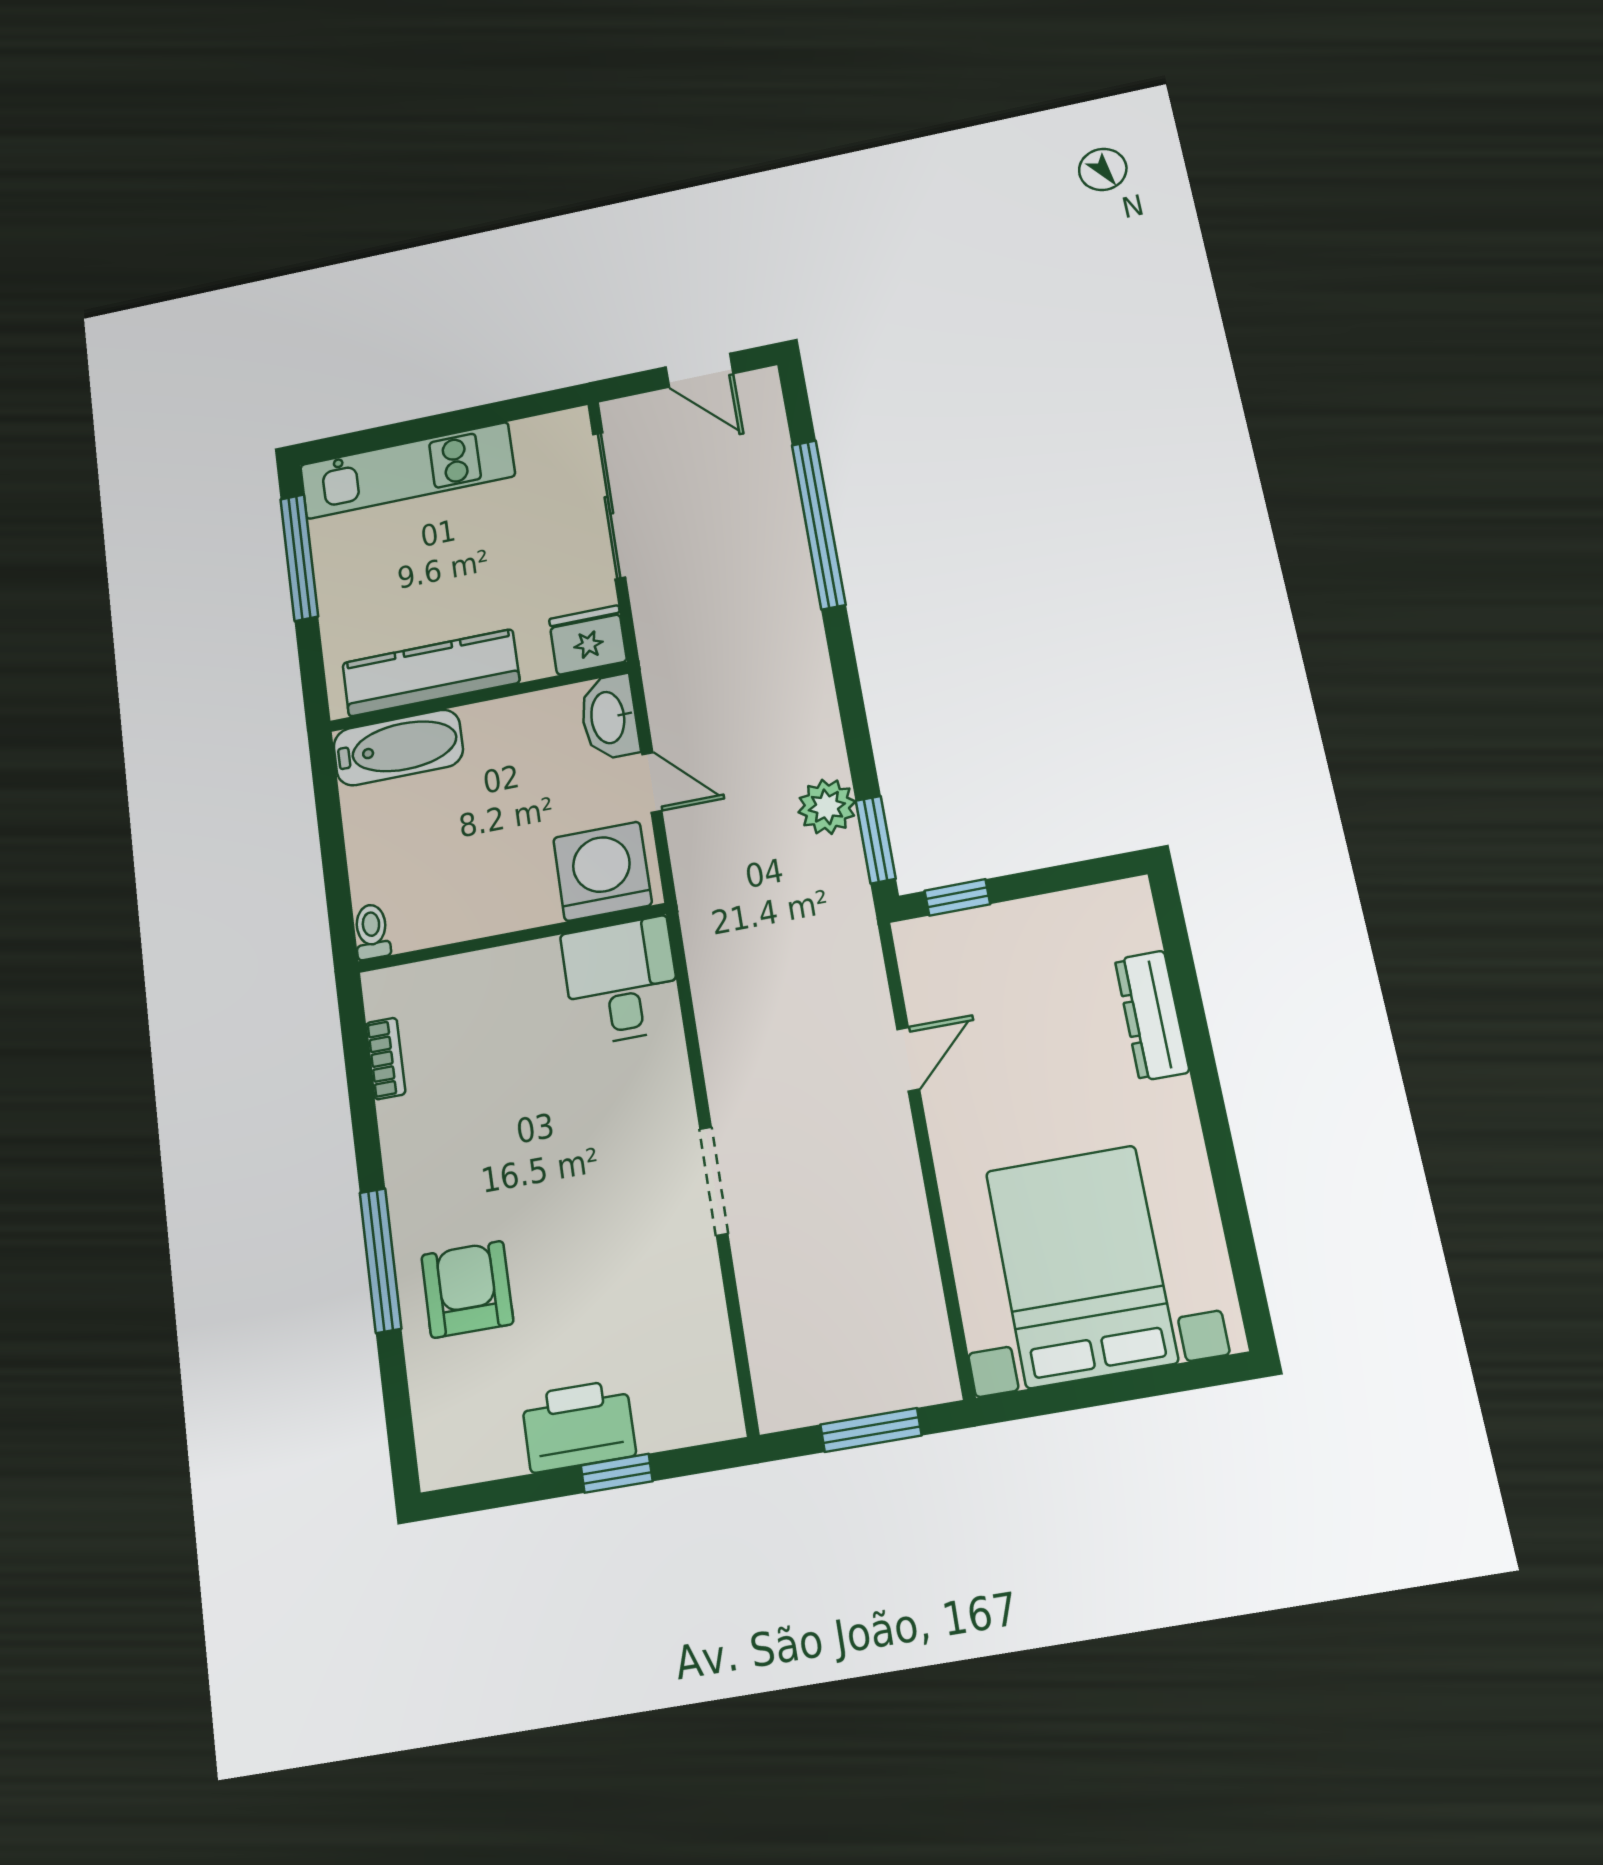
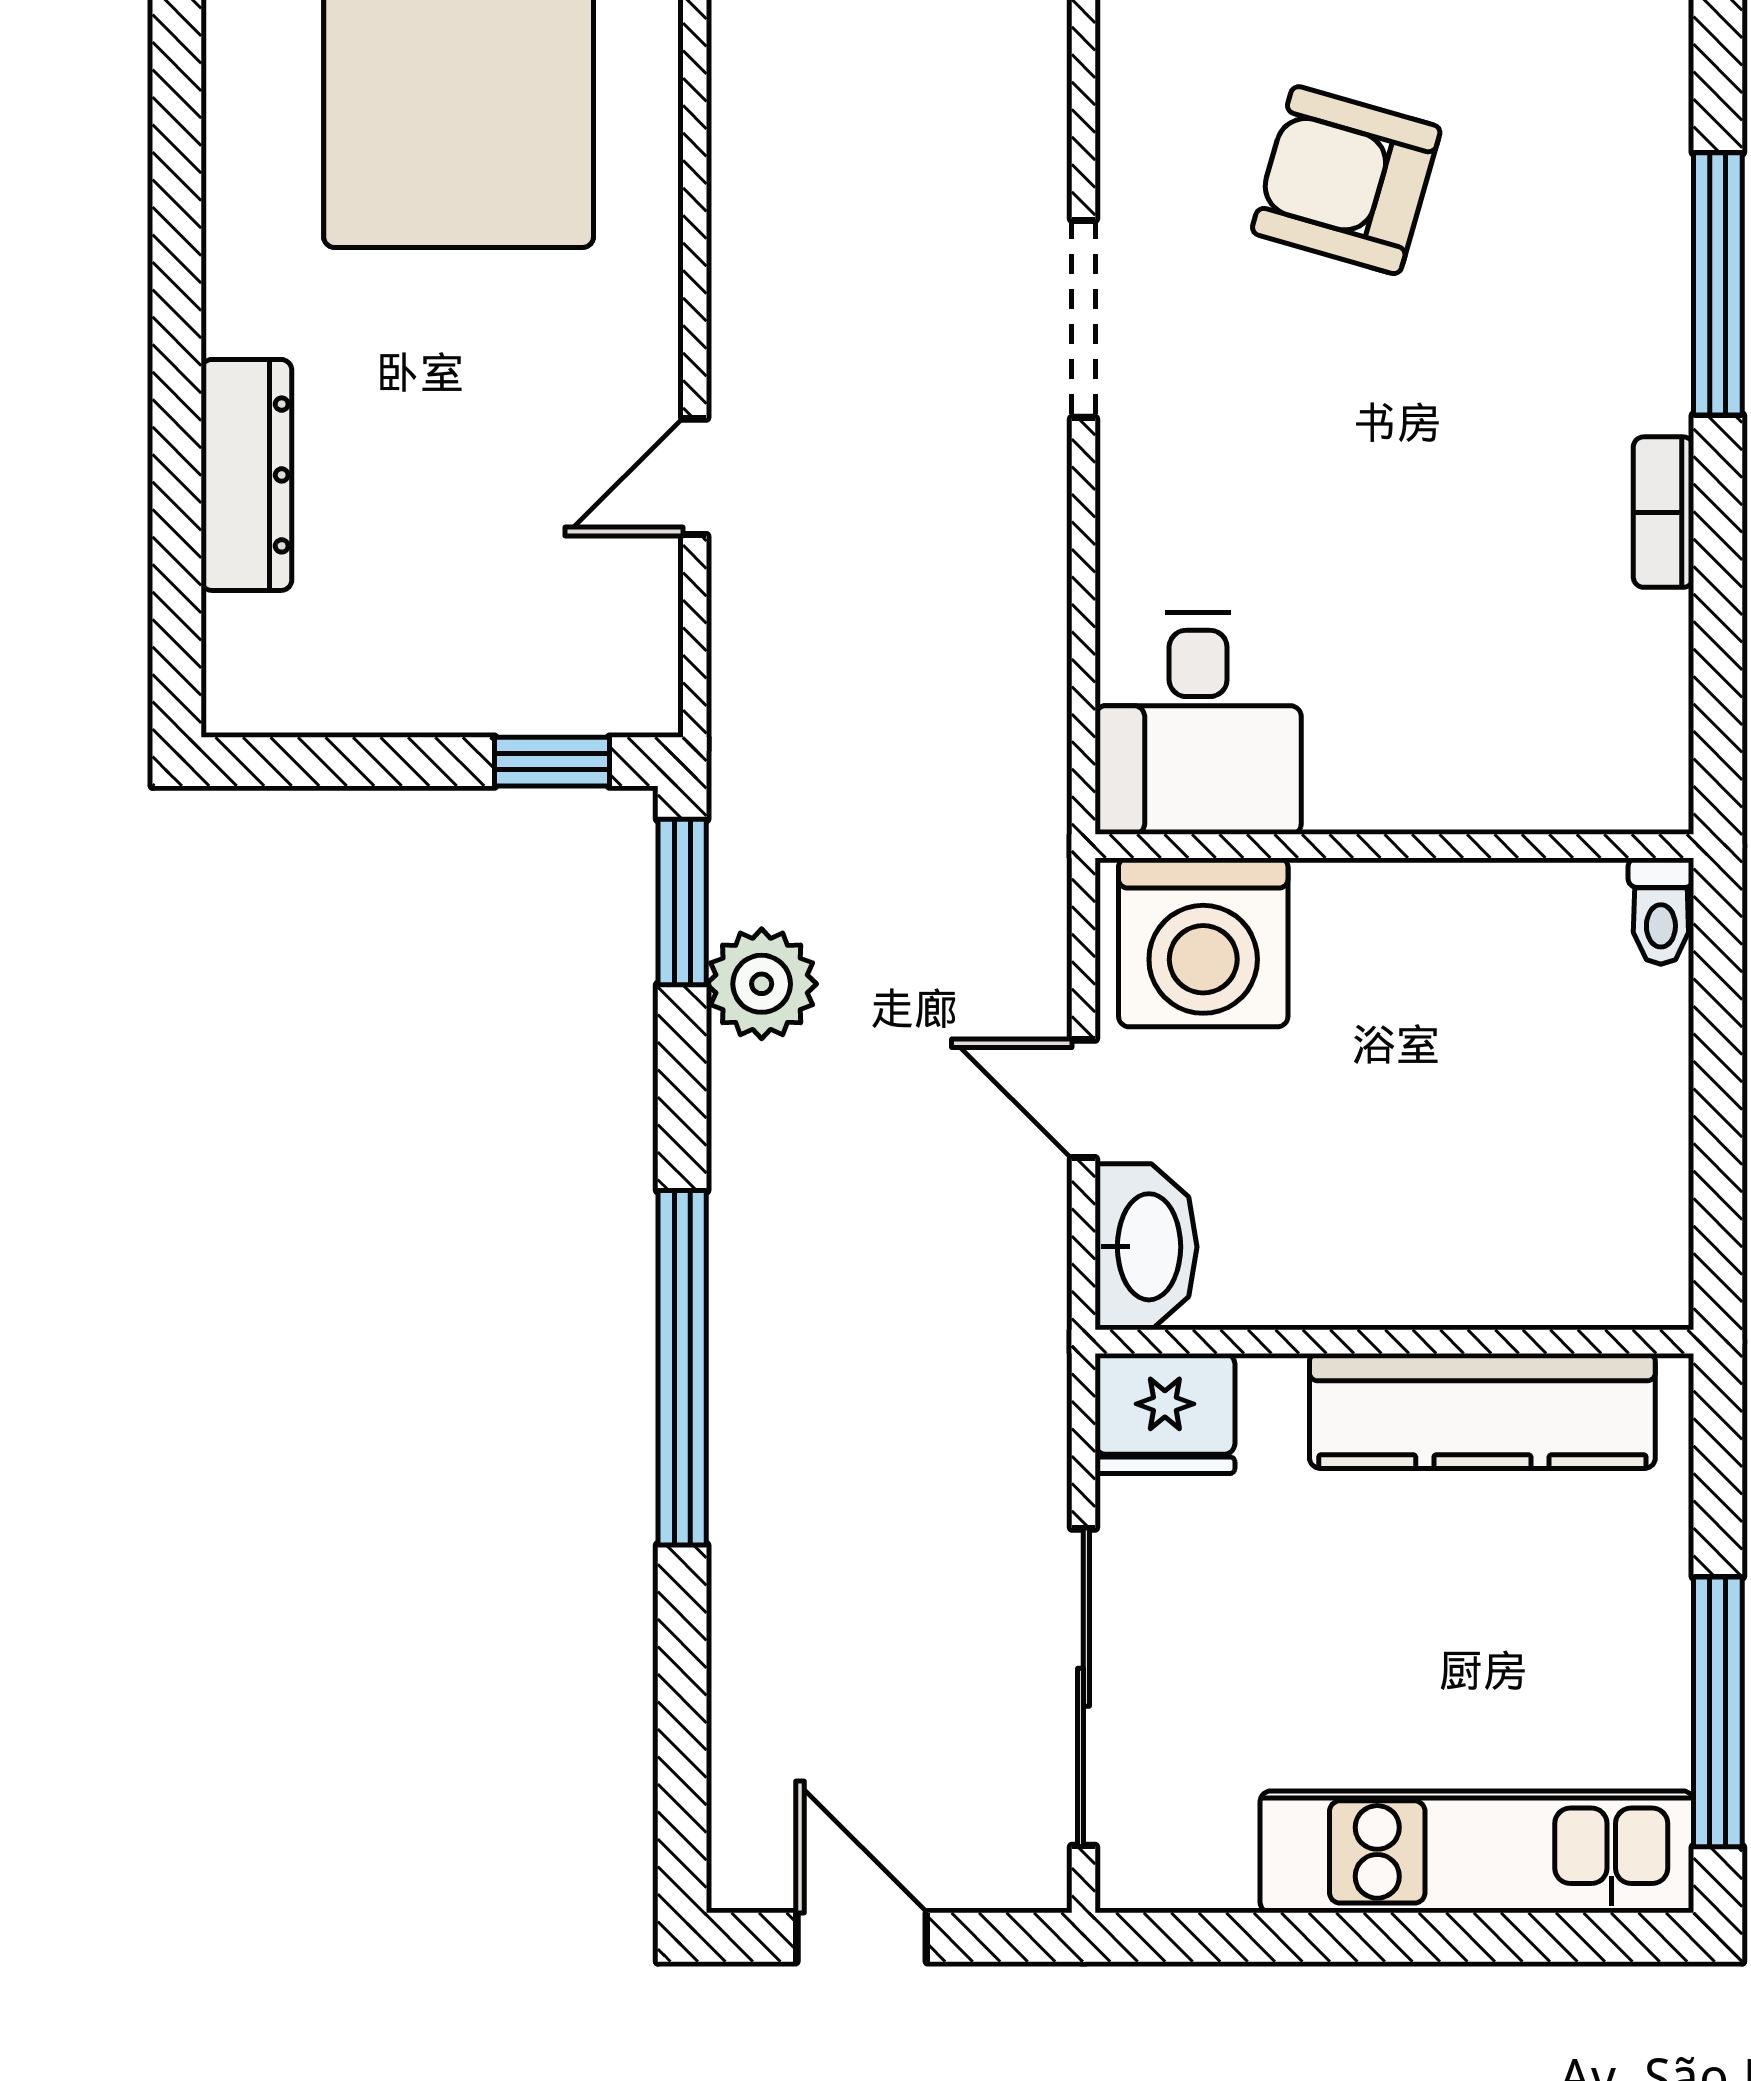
window: (819, 524) -> (682, 1368), moved
bathtub: (398, 748) -> (1566, 1270), removed
bookcase: (386, 1058) -> (1663, 512), moved
armchair: (467, 1289) -> (1346, 180), moved, turned 106

